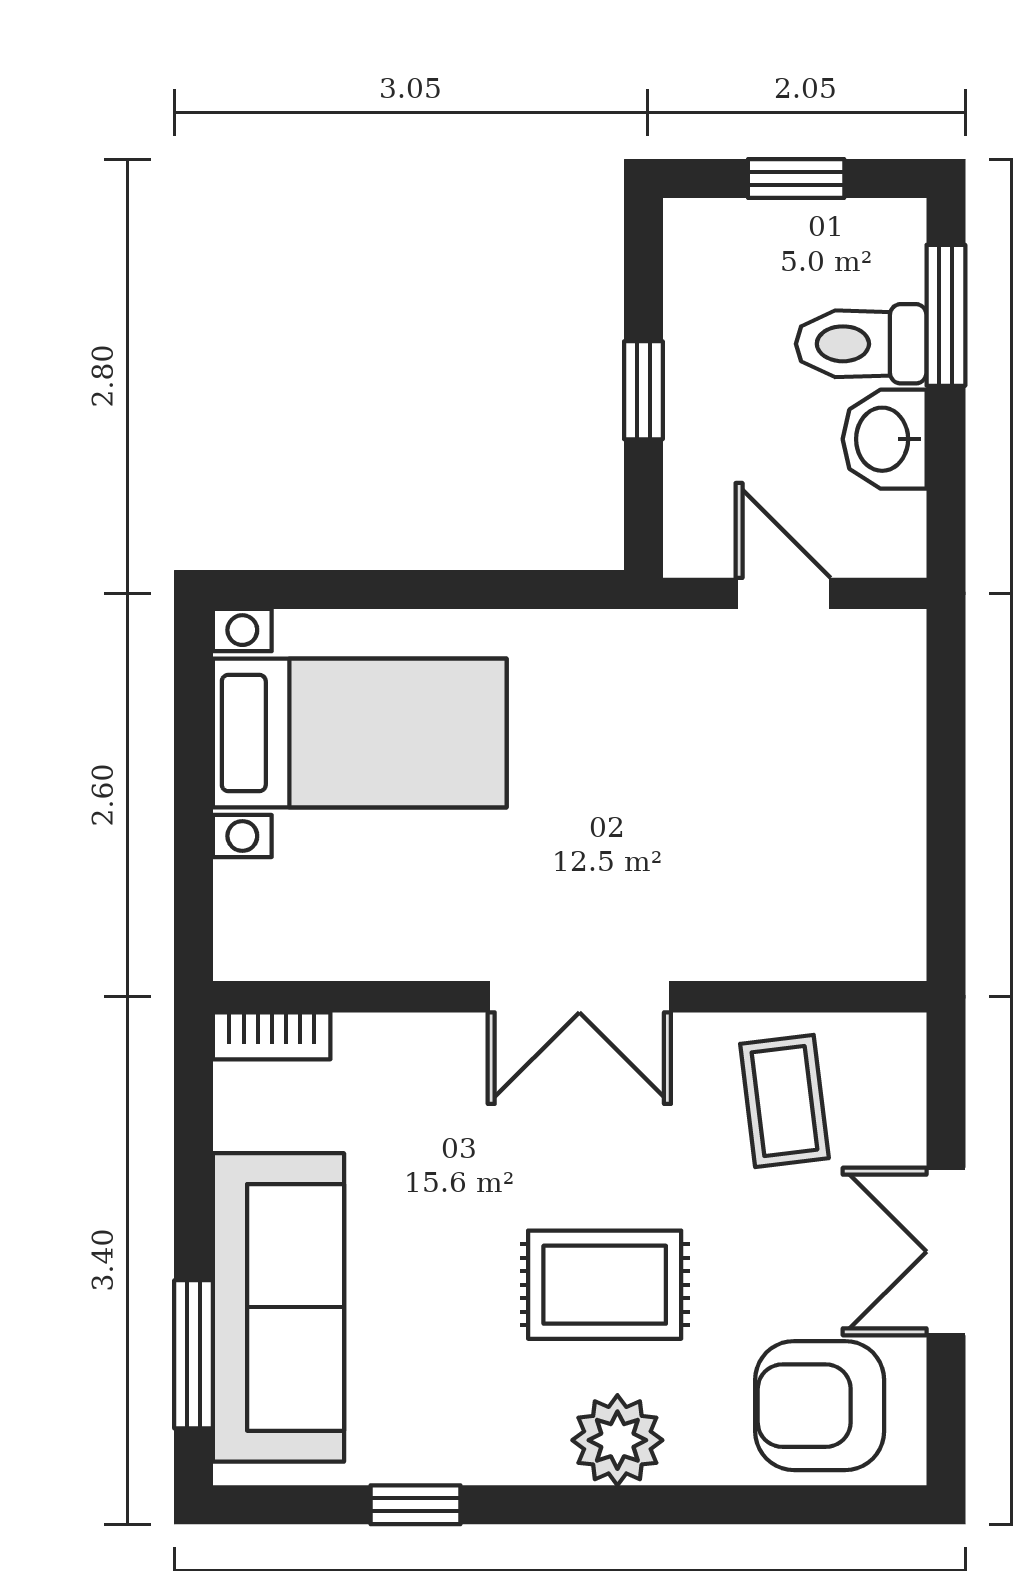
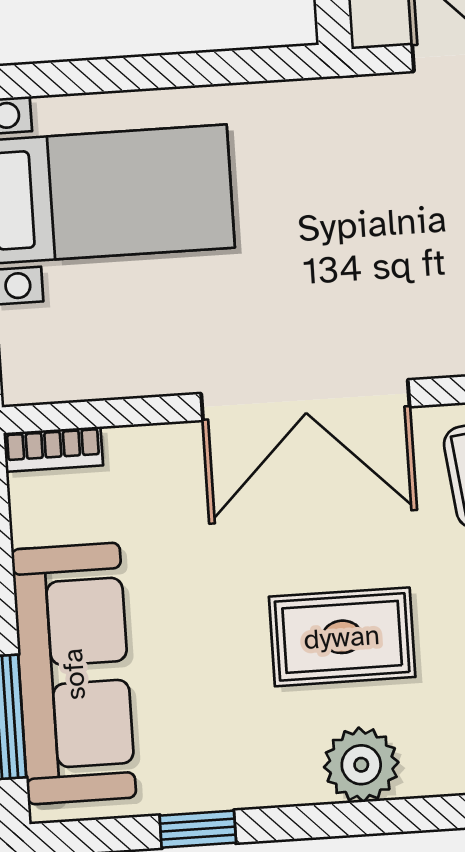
double door: (579, 997) -> (305, 400), width x1.37

